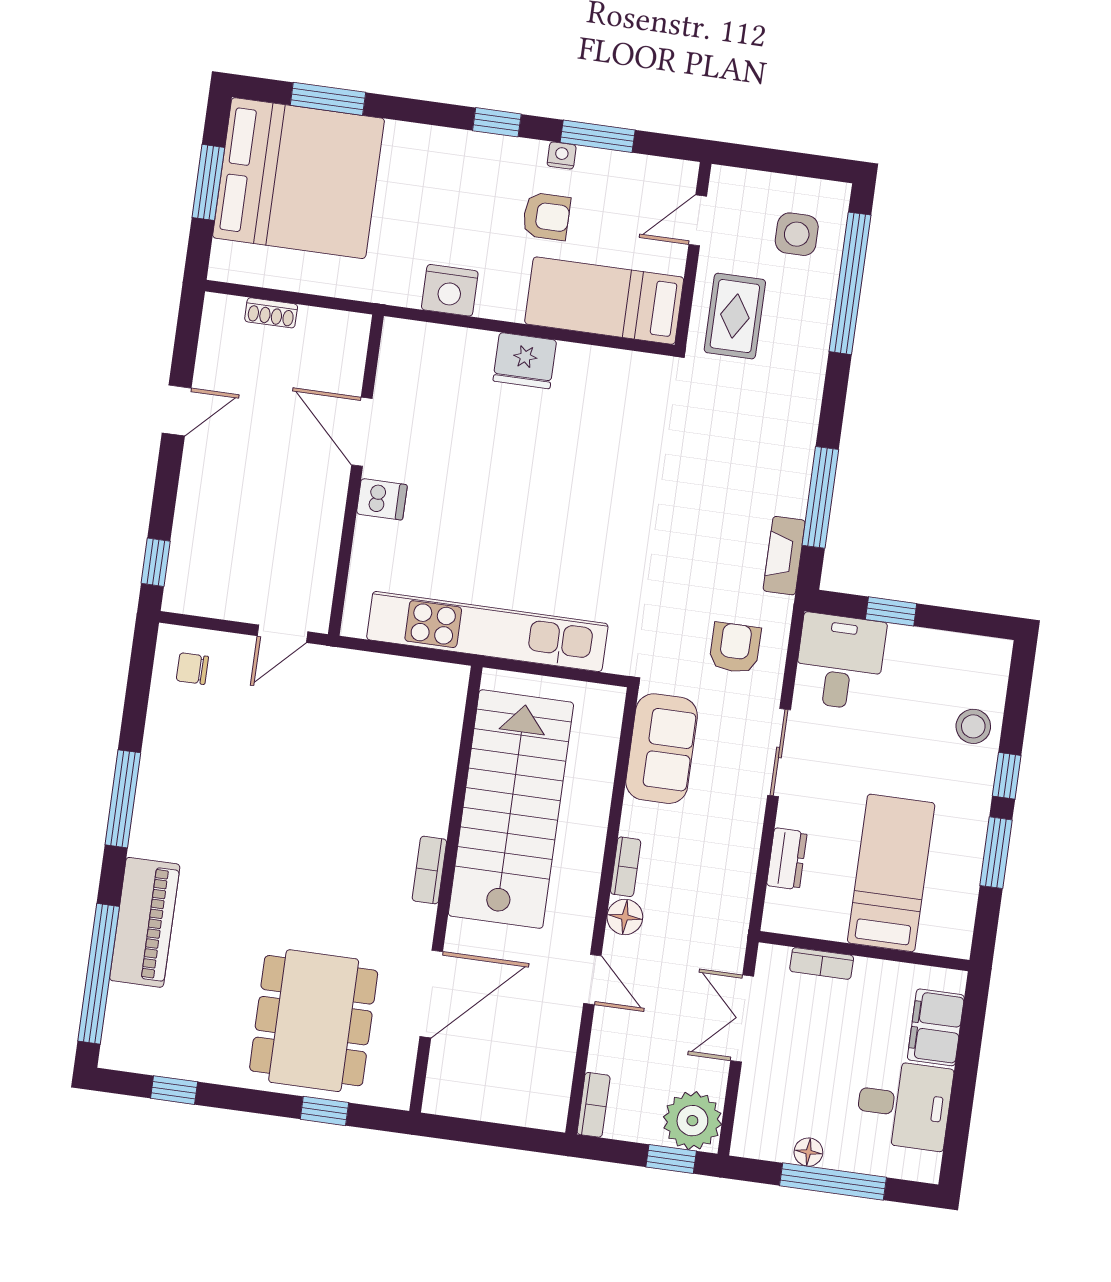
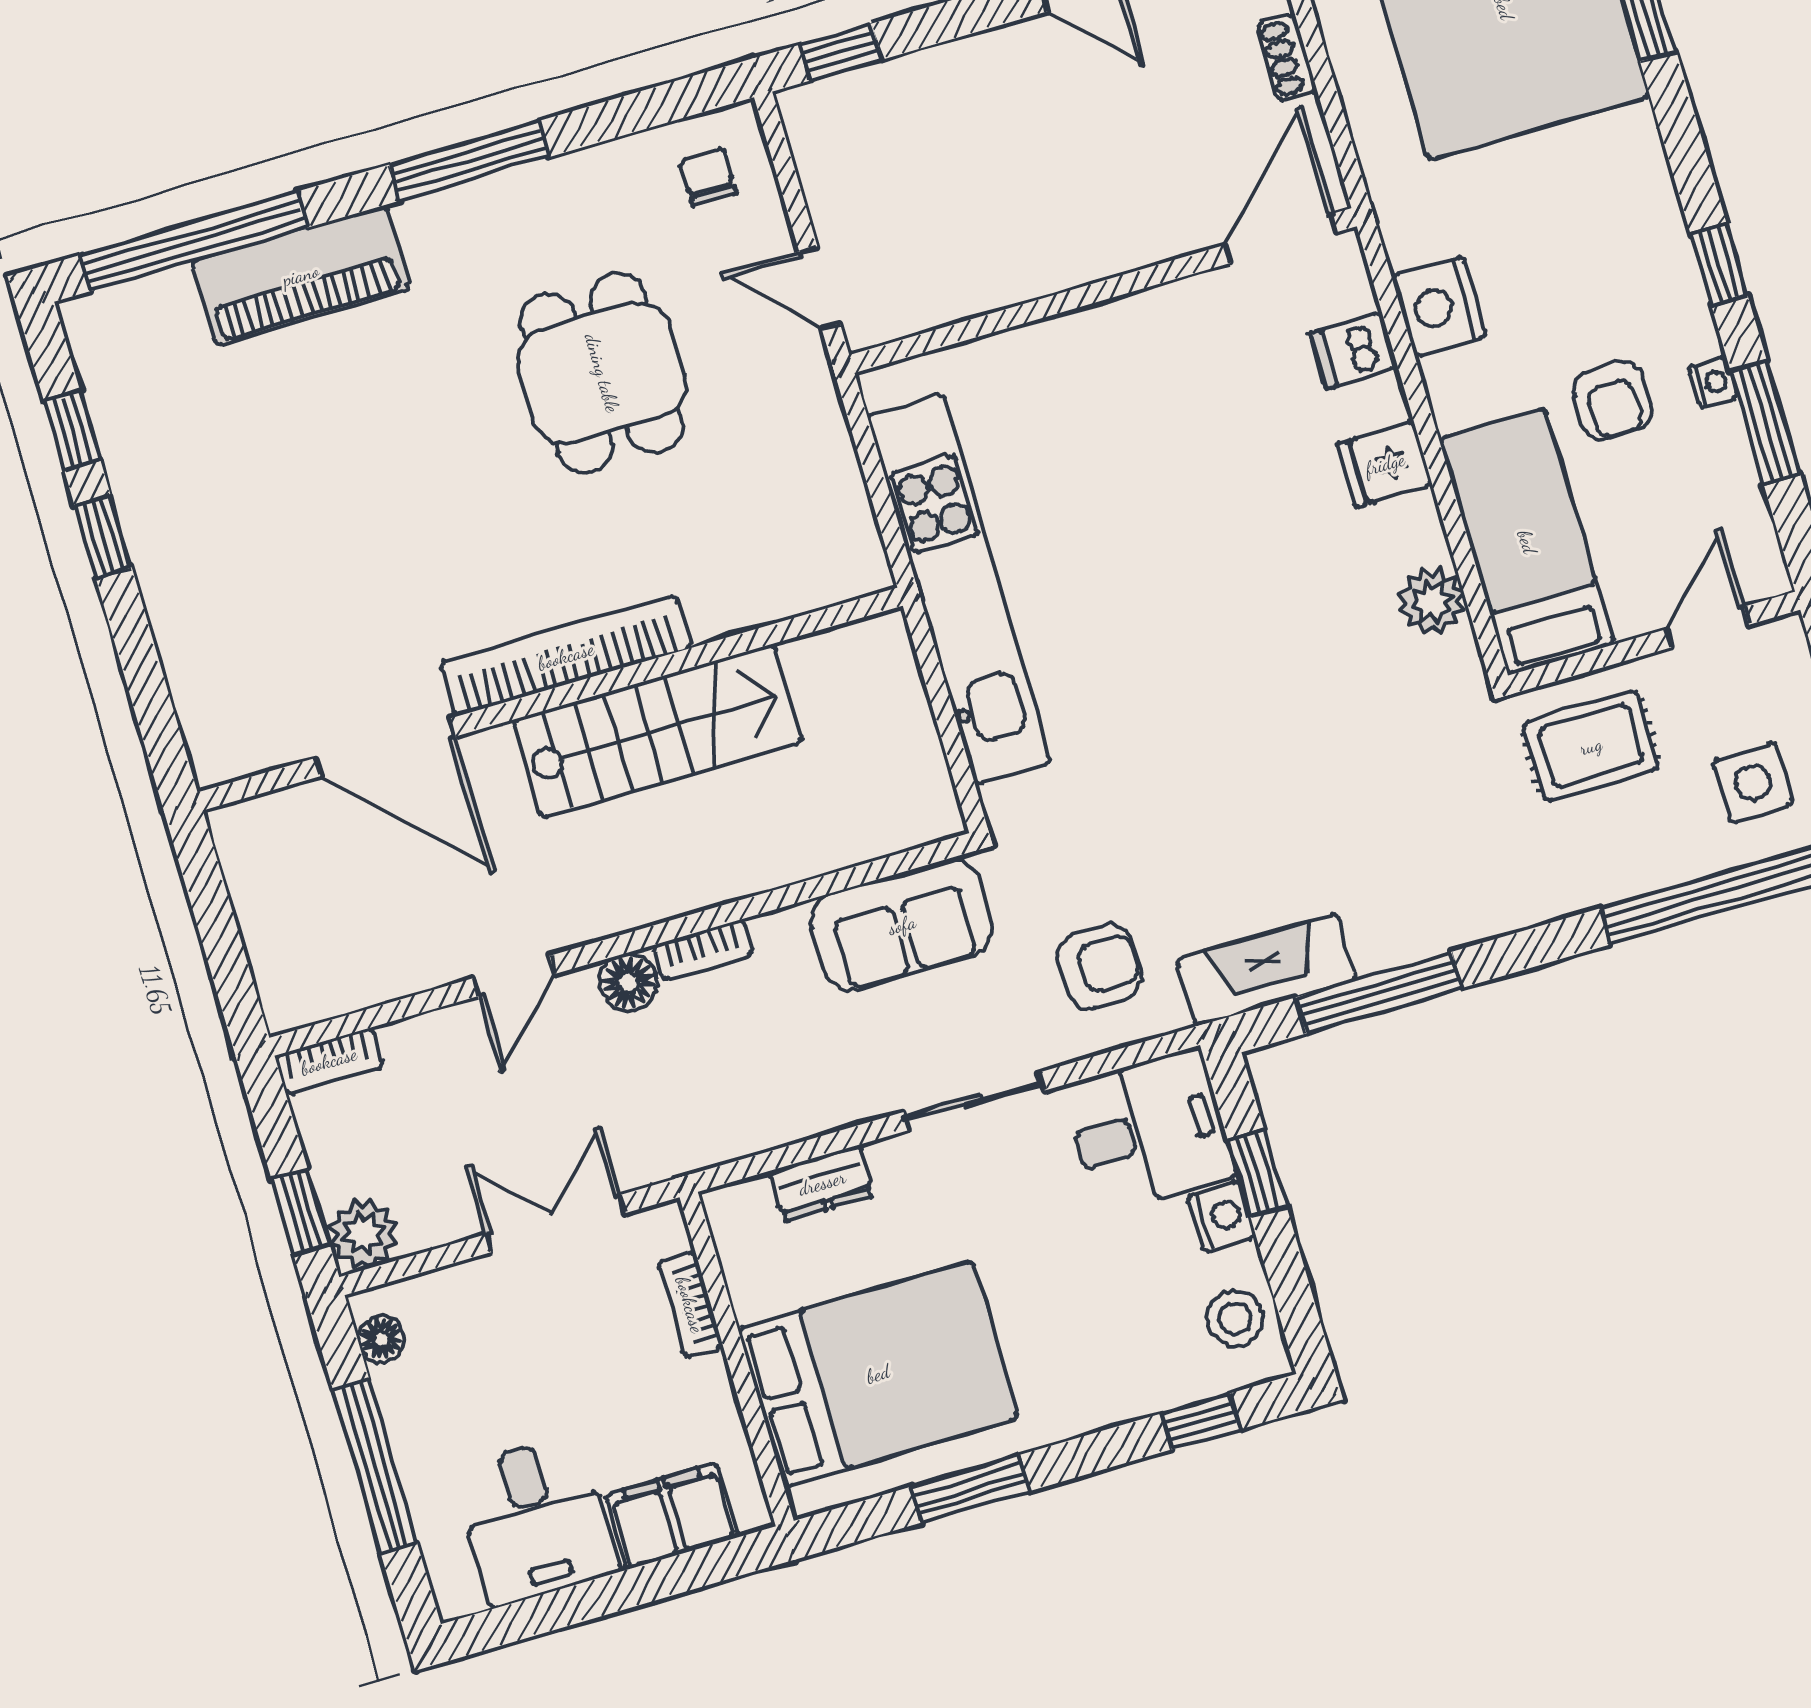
door: (698, 220) -> (1707, 627), hinge flipped
fridge: (525, 361) -> (1385, 464), width x0.72
plant: (614, 369) -> (1432, 601), added
door: (362, 432) -> (1281, 238), moved
dishwasher: (382, 499) -> (1354, 350), moved, turned 90
fireplace: (784, 556) -> (1266, 970), width x1.37, depth x1.32
nightstand: (907, 642) -> (1222, 1217), added
stool: (973, 726) -> (1235, 1319), moved
window: (1007, 776) -> (1201, 1422), moved
stairs: (511, 809) -> (657, 731), width x0.73, depth x0.66
bookcase: (429, 870) -> (566, 656), width x2.31, depth x1.31
bed: (891, 873) -> (878, 1374), width x1.50
dining table: (314, 1021) -> (602, 373), moved, width x0.73
window: (324, 1111) -> (103, 537), moved
plant: (692, 1121) -> (363, 1234), width x0.73, depth x0.73
floor lamp: (808, 1152) -> (381, 1339), moved

